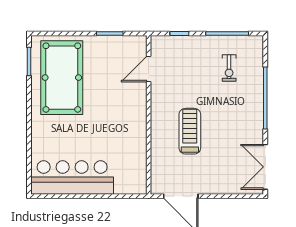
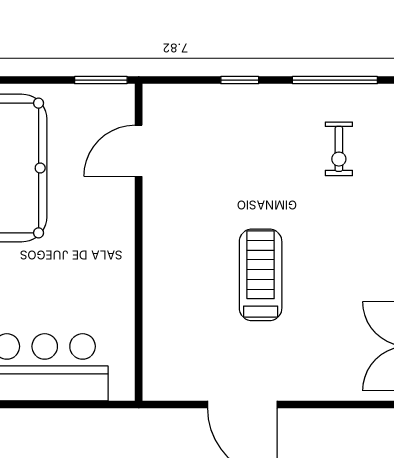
door: (149, 69) -> (139, 151), moved
wall: (149, 115) -> (139, 242), moved

